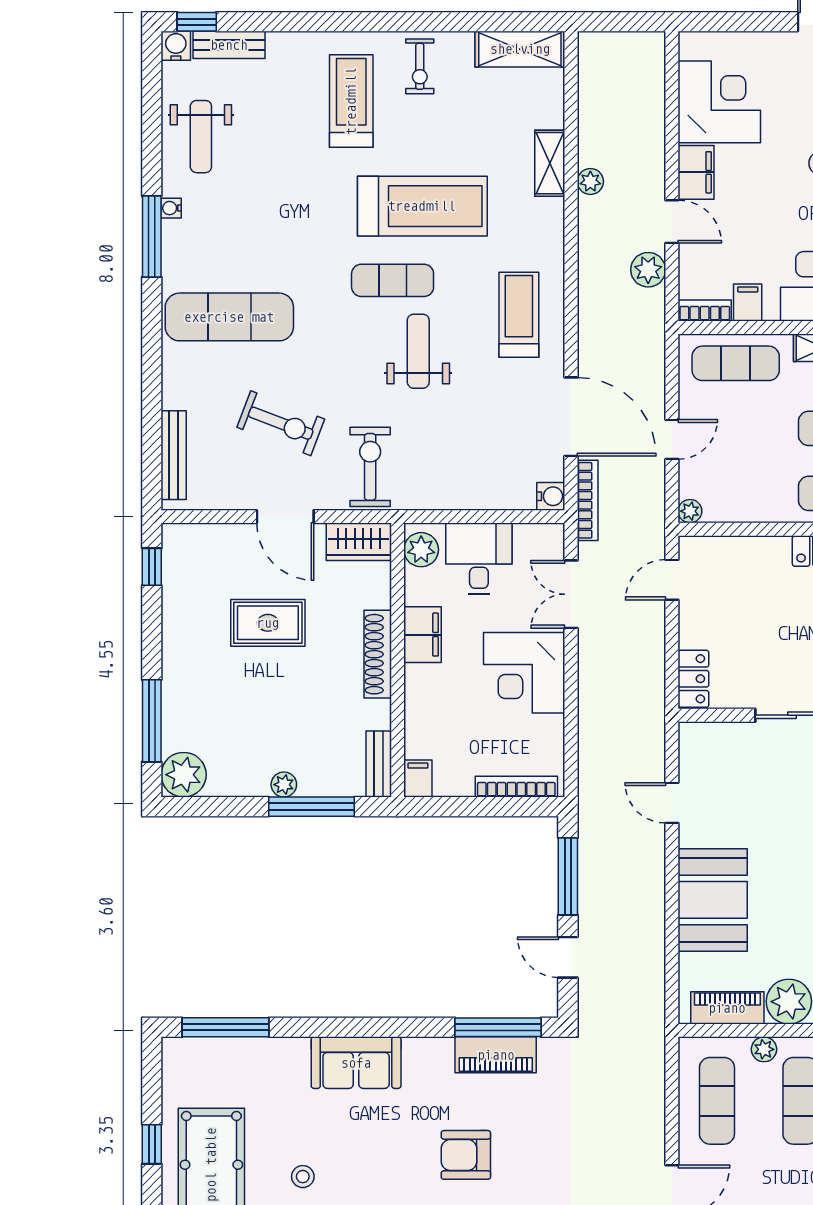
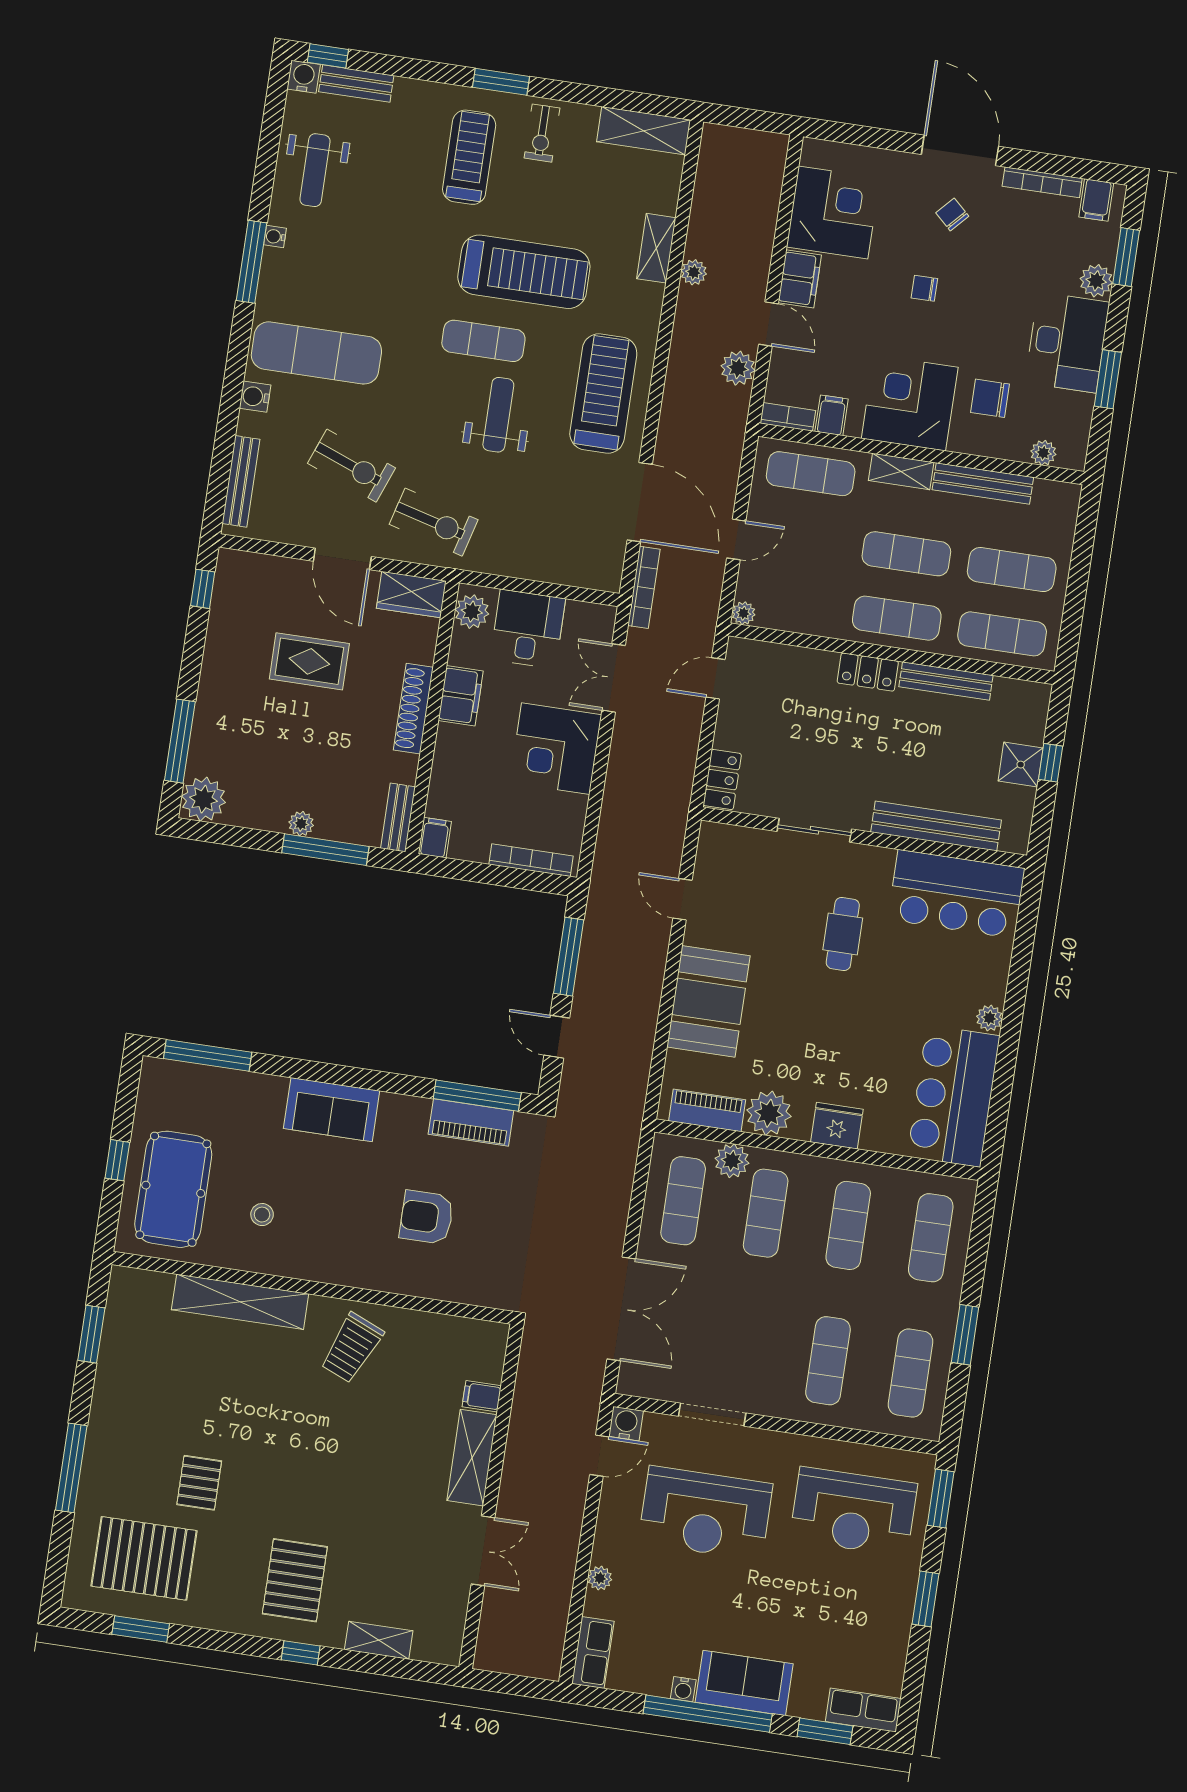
window: (372, 22) -> (501, 82), added
treadmill: (519, 315) -> (603, 393), width x1.37, depth x1.38
exercise bike: (370, 467) -> (434, 522), turned 105
water cooler: (551, 496) -> (255, 397), moved, turned 180
plant: (764, 1049) -> (732, 1161), width x1.38, depth x1.38

